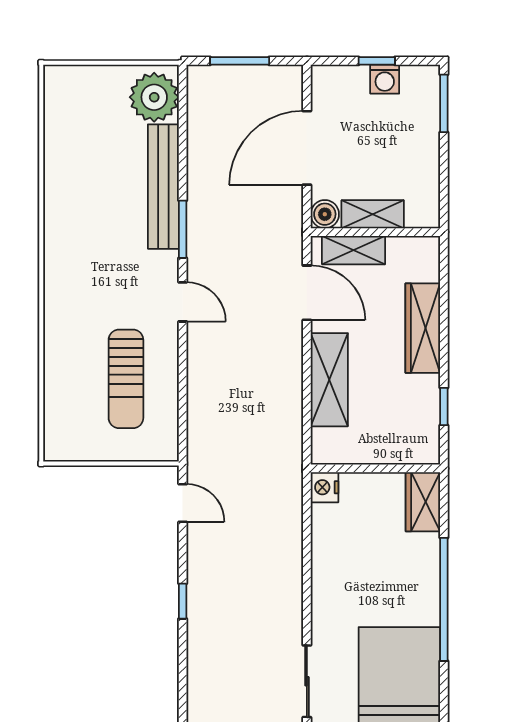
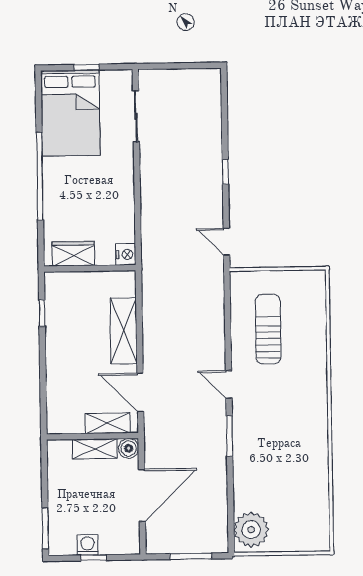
bench: (163, 187) -> (244, 466), removed
wardrobe: (423, 328) -> (58, 369), removed
wardrobe: (423, 502) -> (73, 254), moved, turned -90

